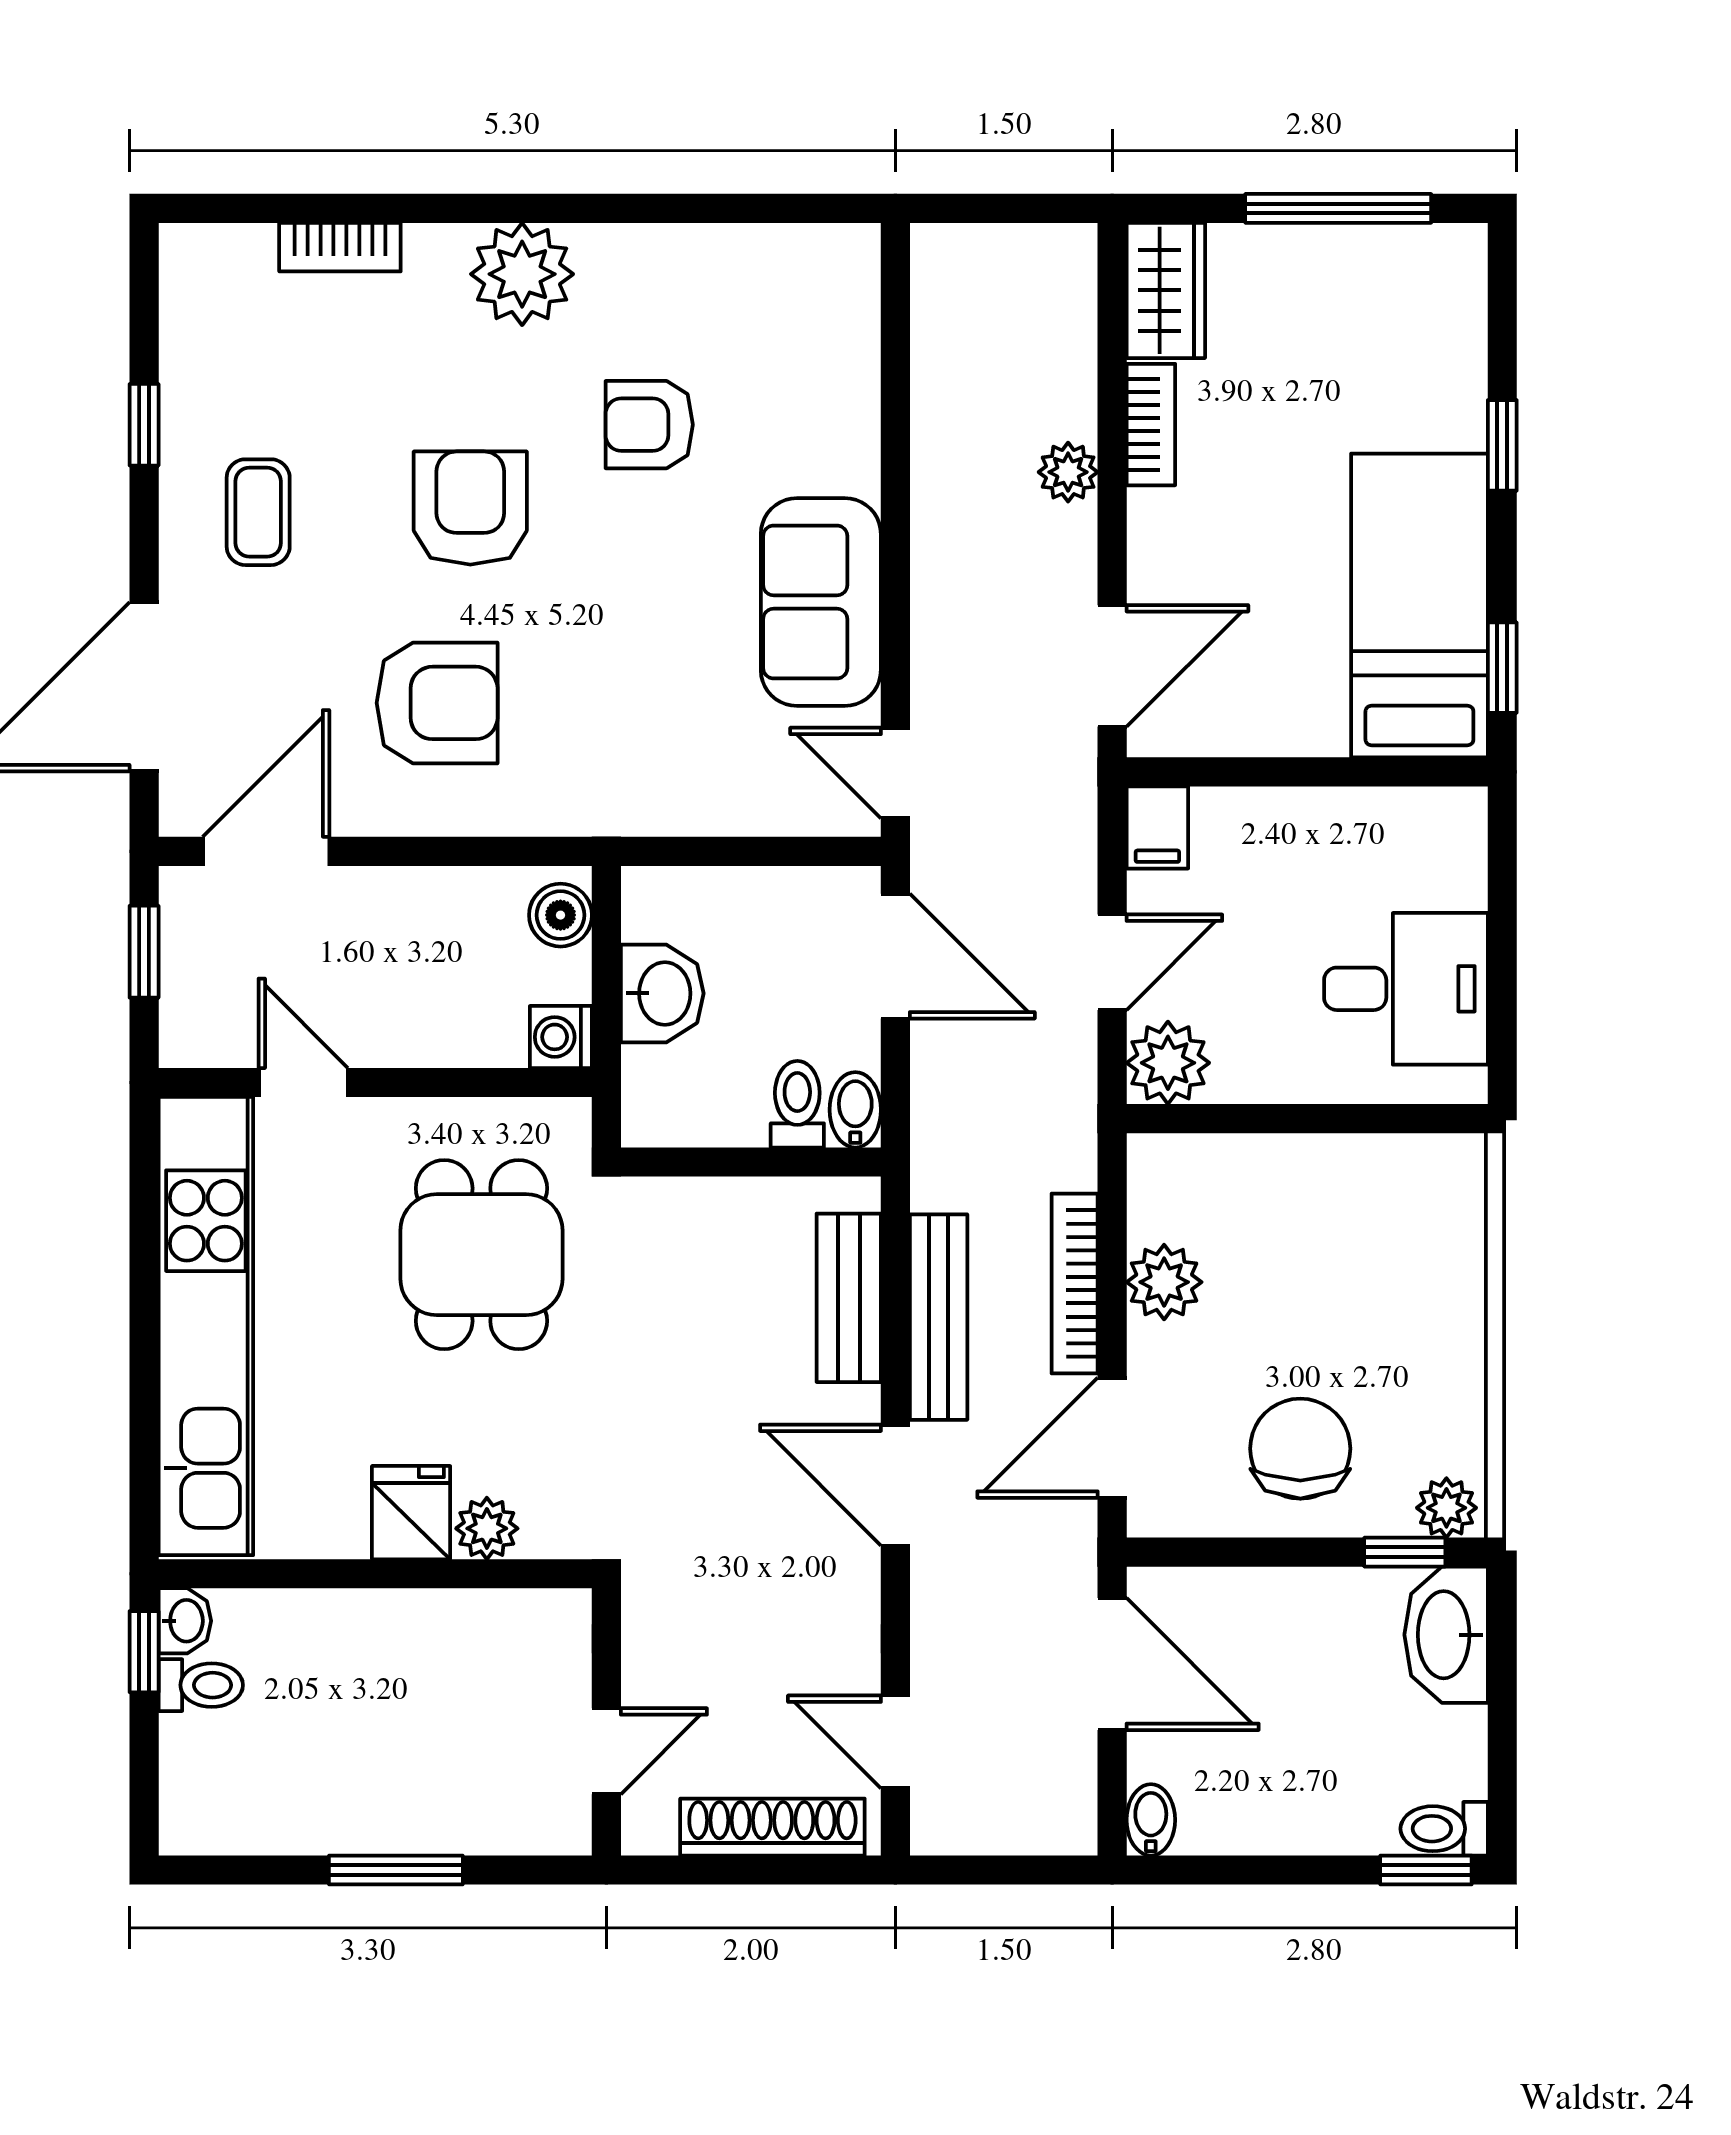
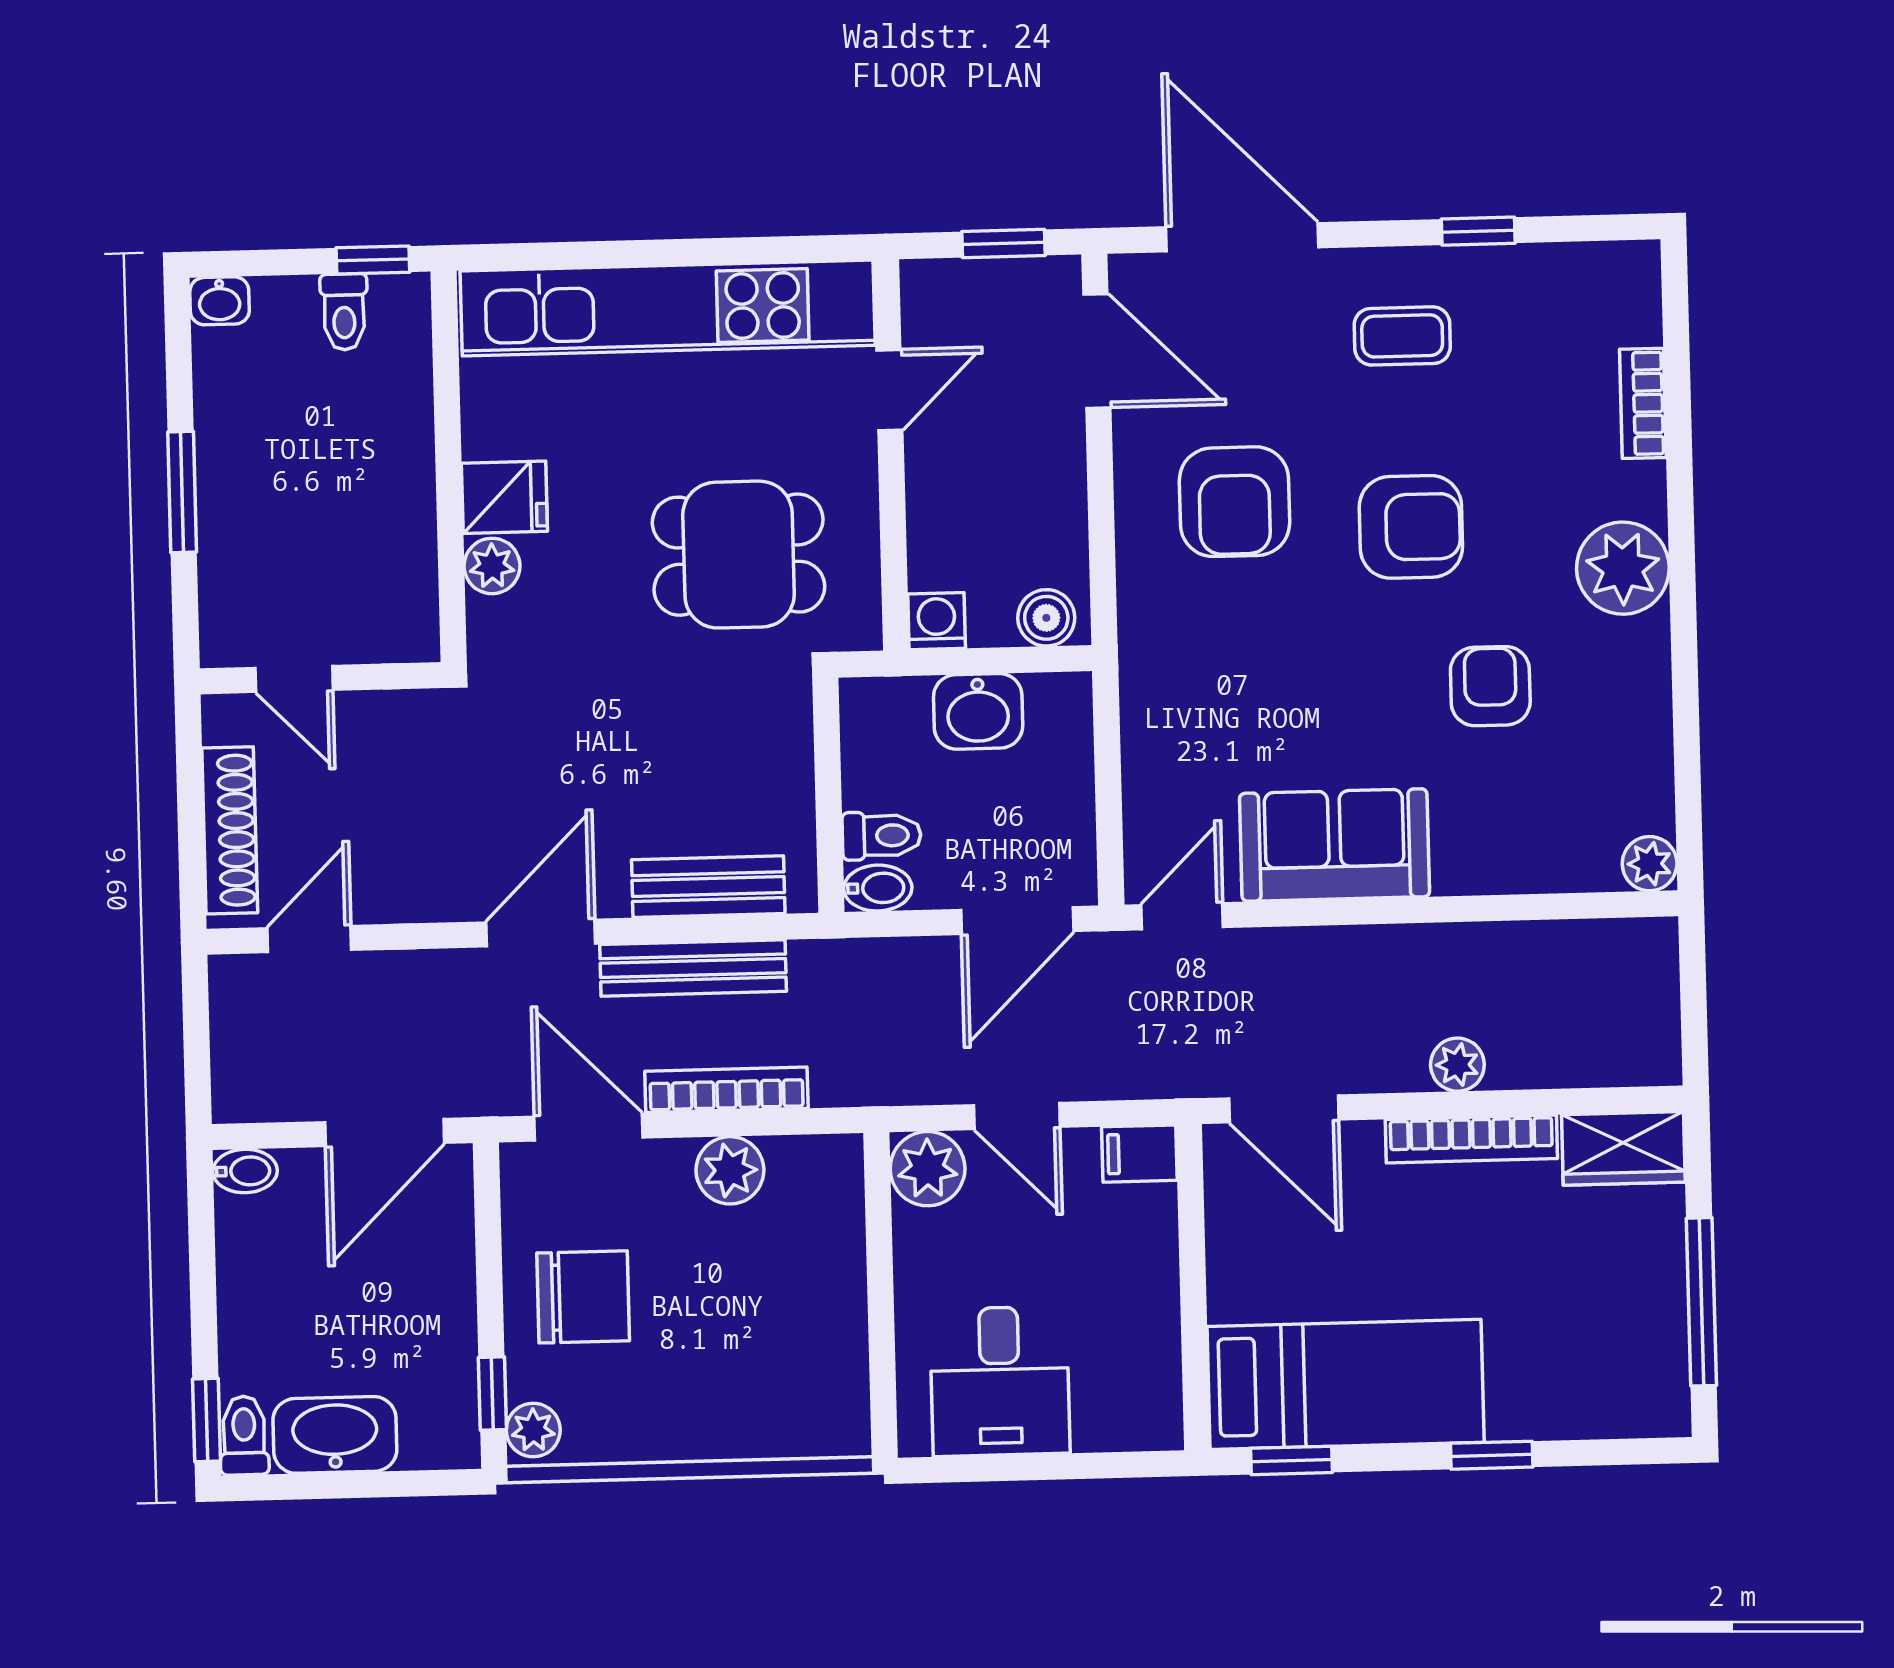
plant: (851, 253) -> (1650, 864), added
bookcase: (1151, 425) -> (1471, 1139), width x1.56
washbasin: (185, 1621) -> (220, 301), moved
washbasin: (1446, 1635) -> (335, 1435), moved

